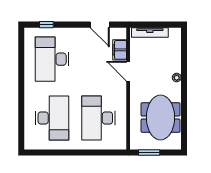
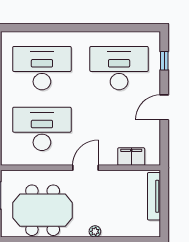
door: (100, 25) -> (164, 107), moved
door: (128, 71) -> (85, 168), moved
desk: (52, 118) -> (42, 68), turned 180

